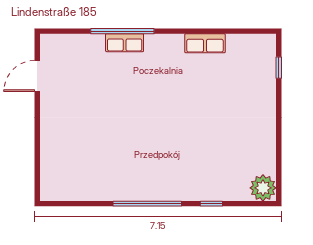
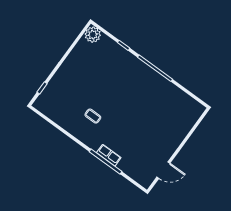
row of seats: (205, 43) -> (70, 126), removed
coffee table: (184, 79) -> (93, 116), added

